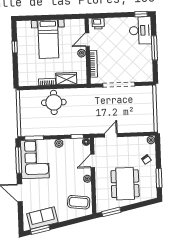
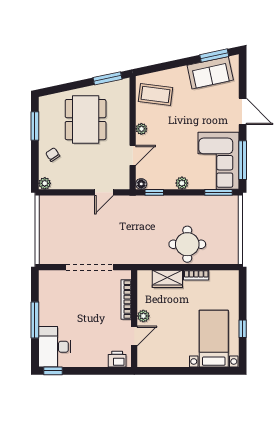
bed with nightstands: (48, 39) -> (214, 339), moved

